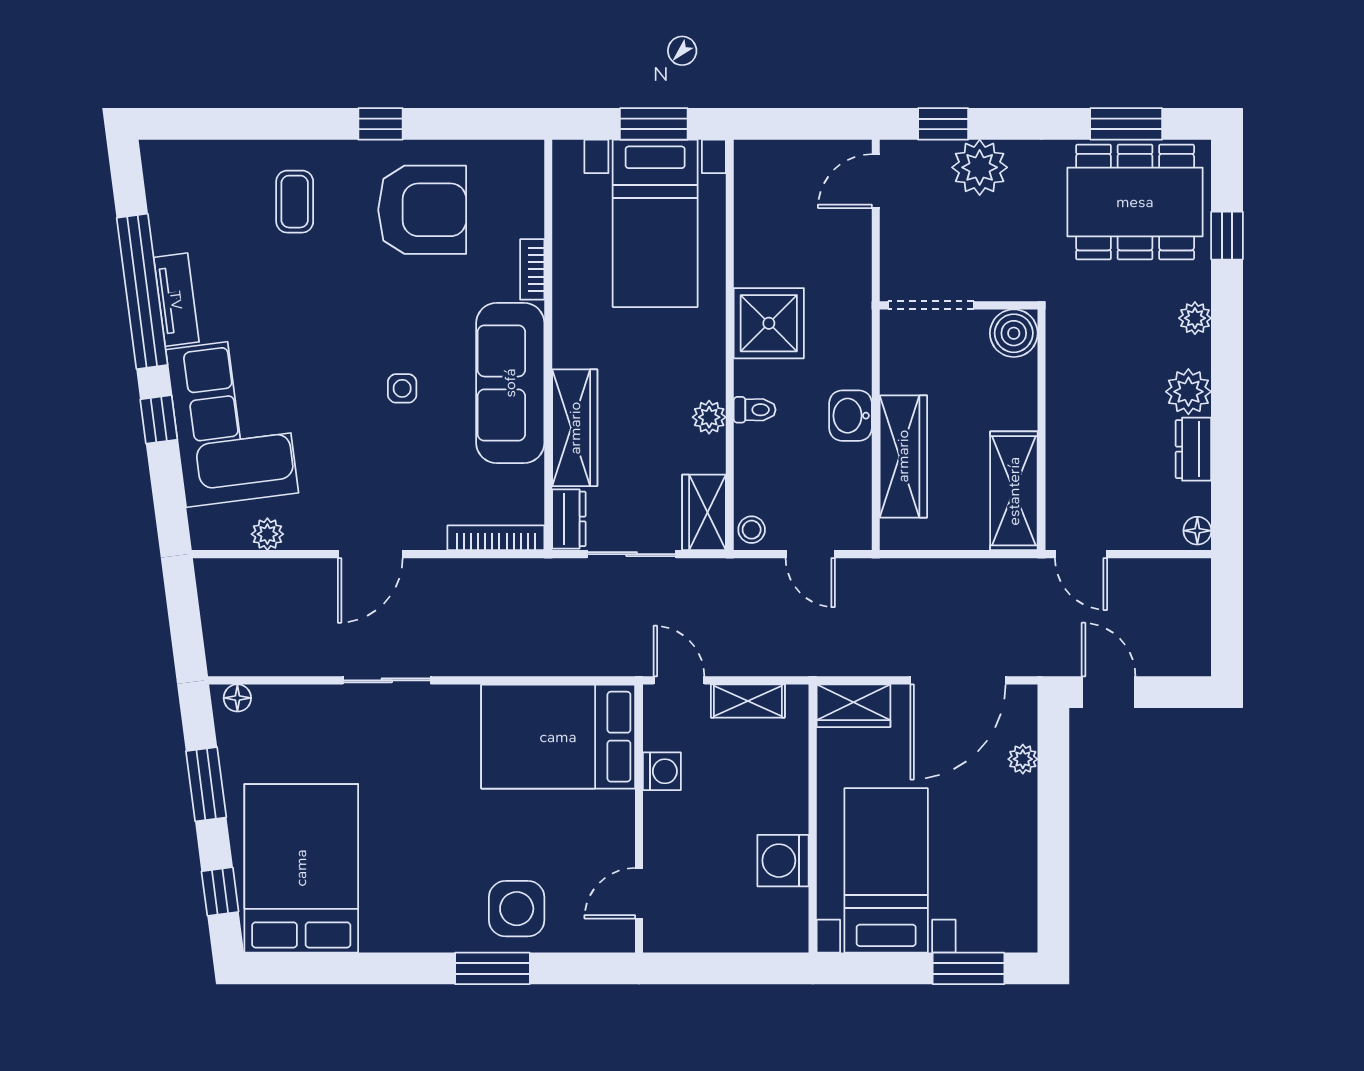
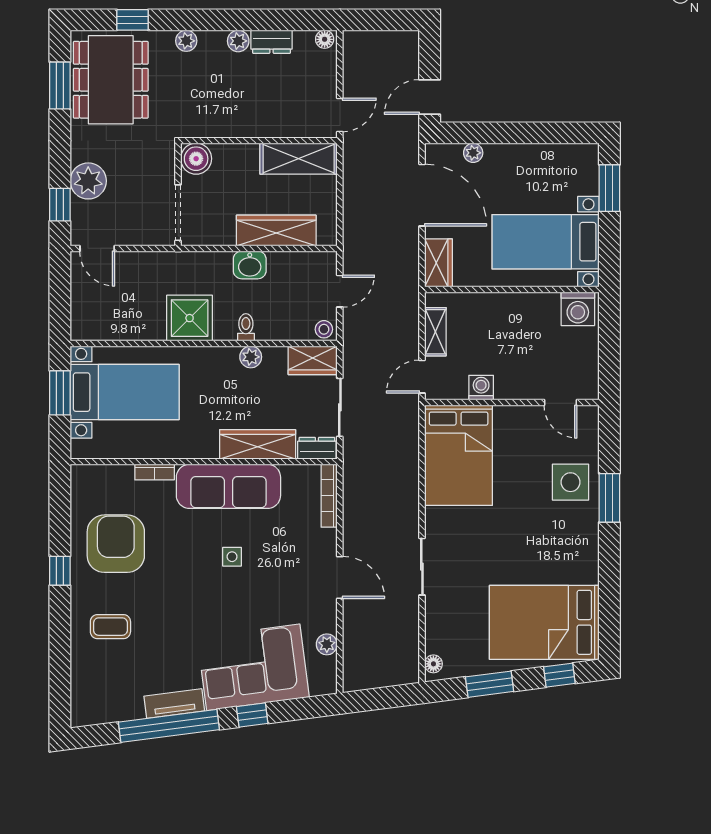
plant: (1188, 392) -> (238, 41), width x0.73, depth x0.73
washing machine: (783, 861) -> (578, 309), moved

